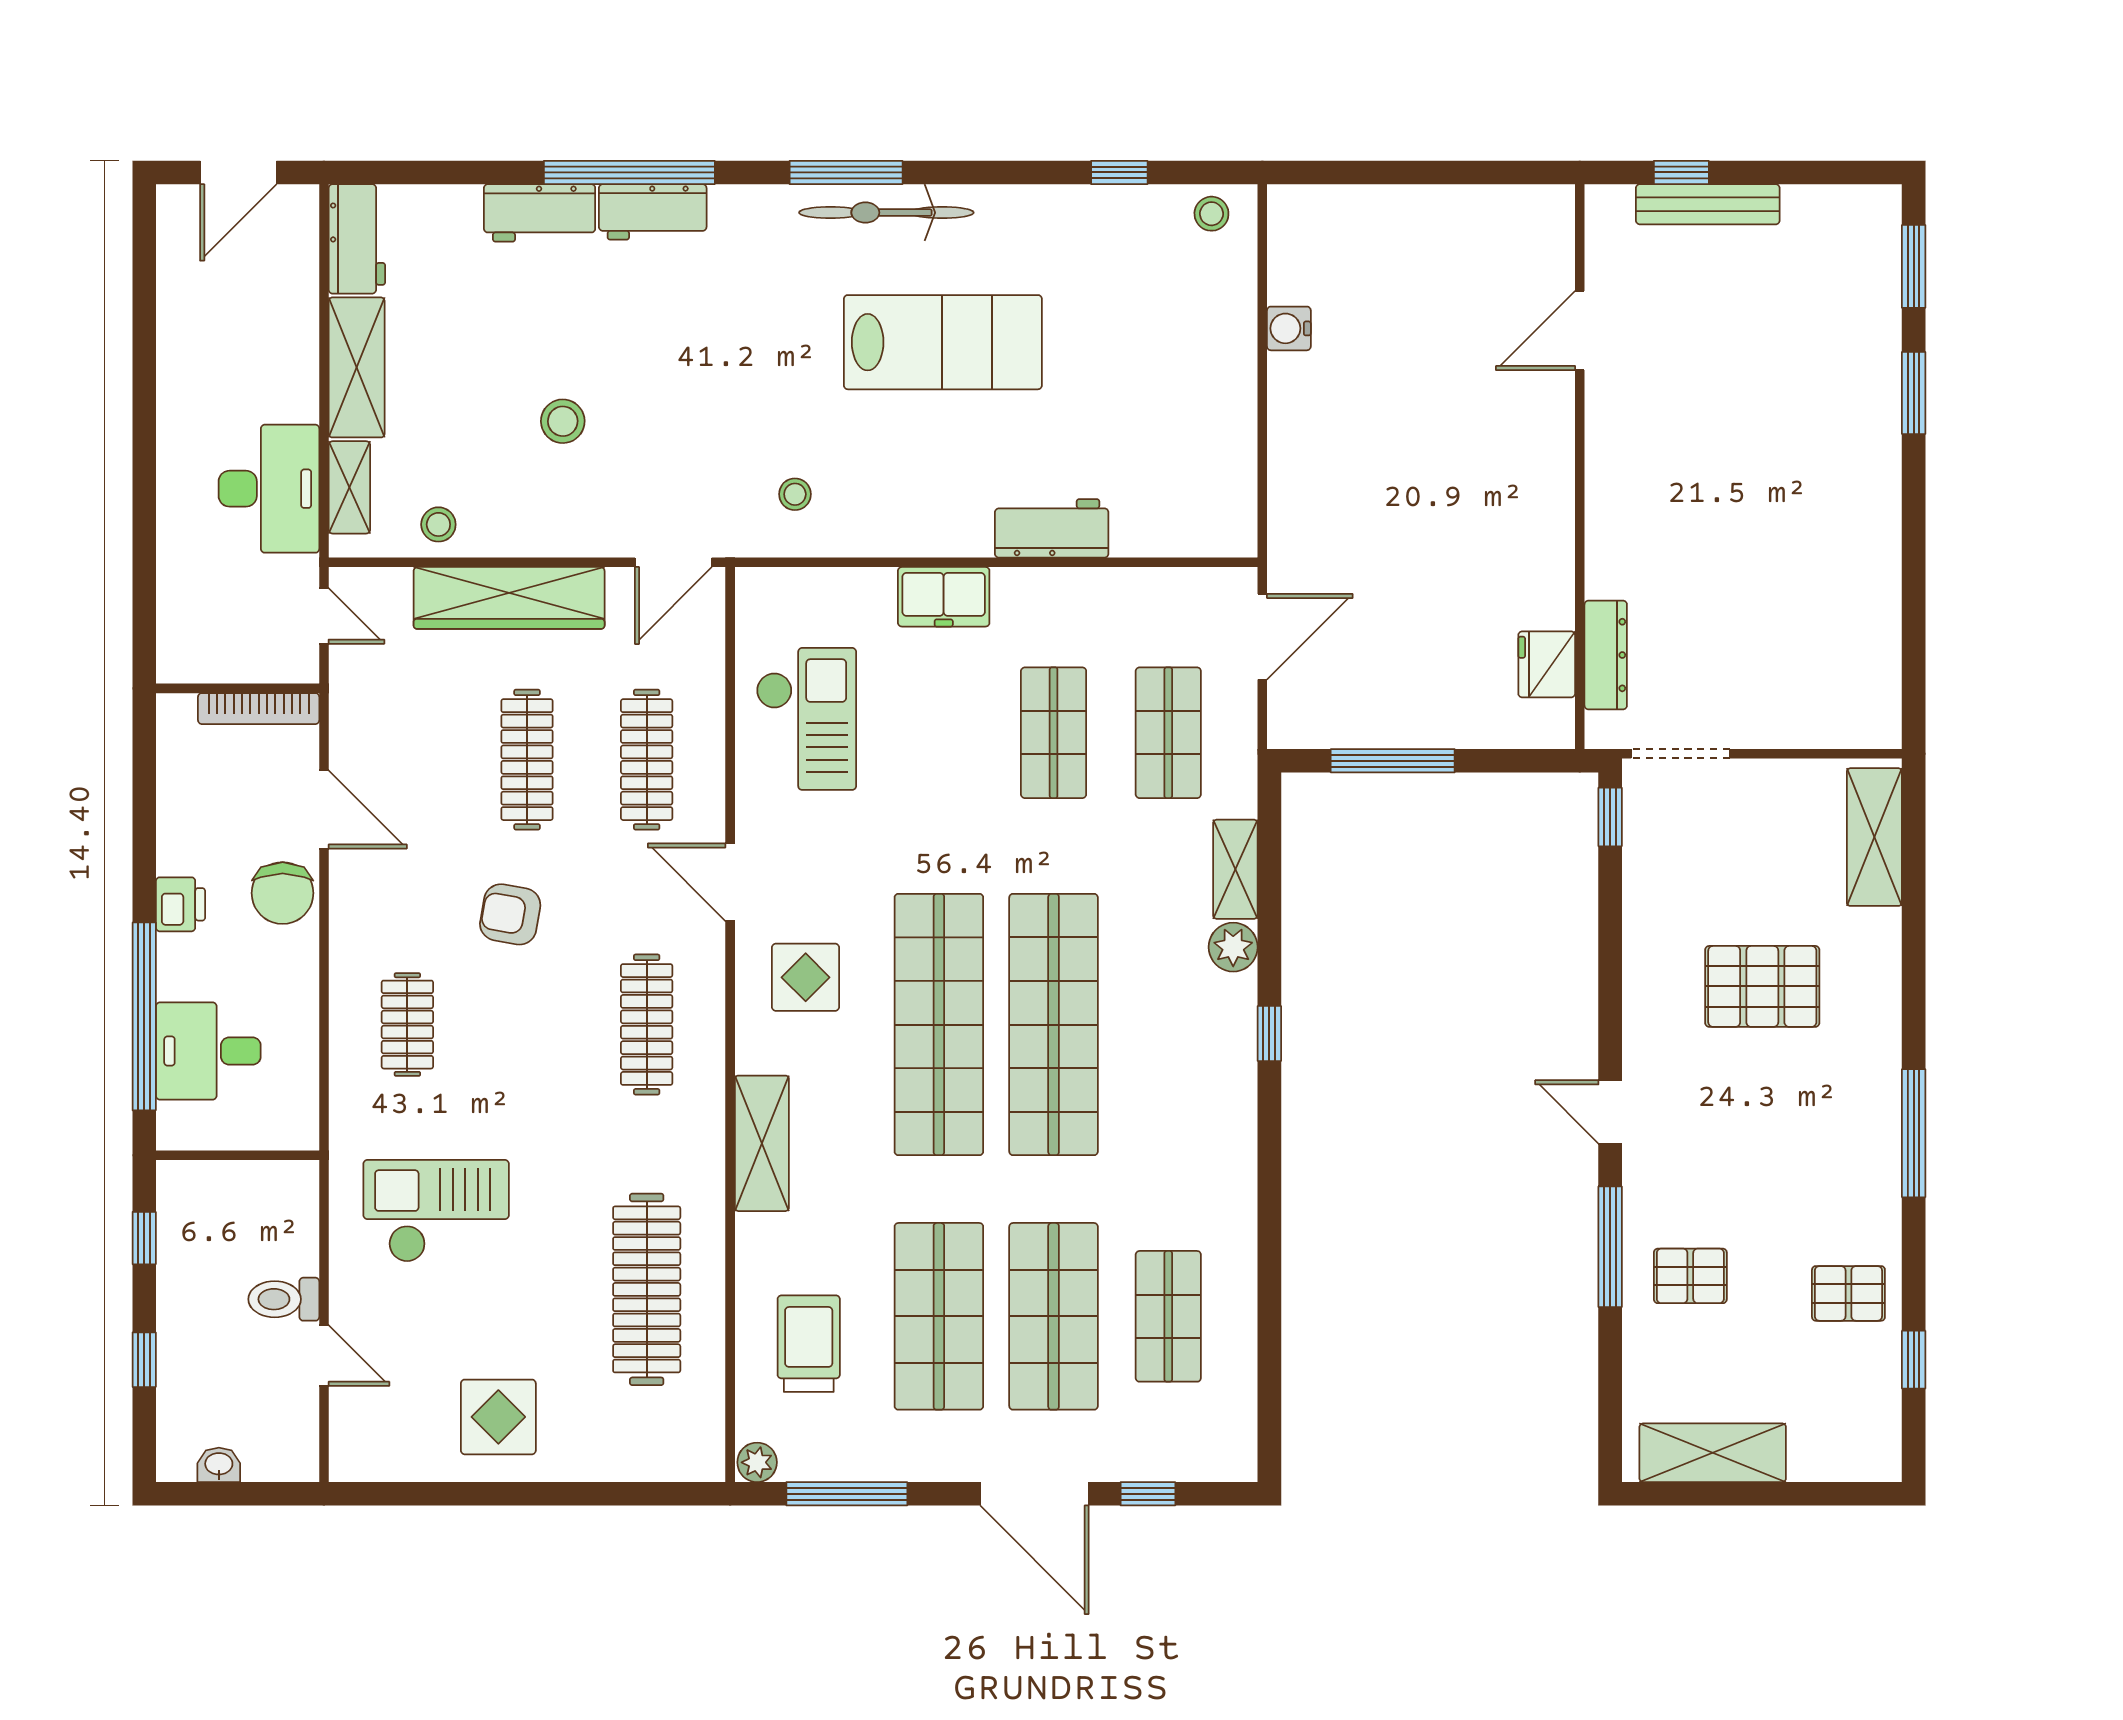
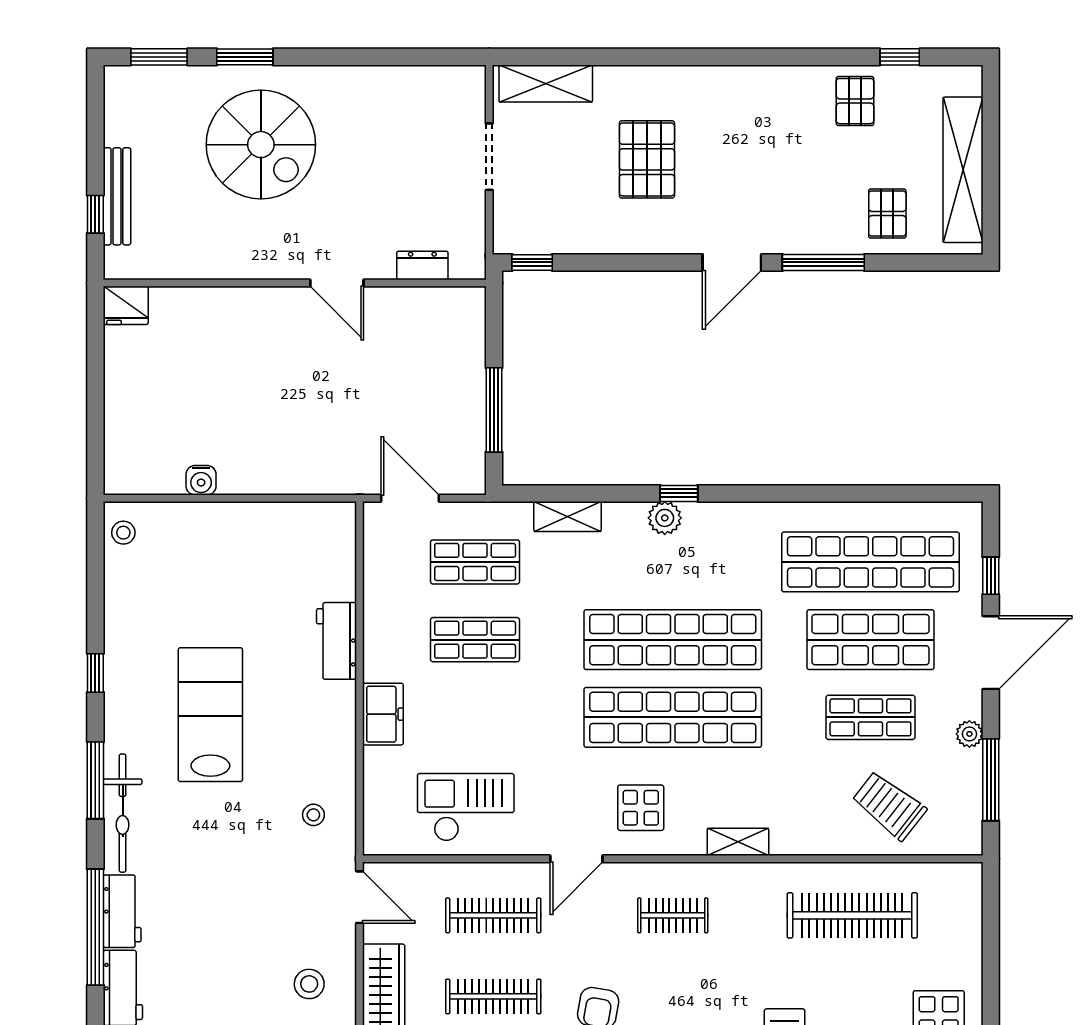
window: (1119, 172) -> (95, 673), moved
bicycle: (886, 213) -> (123, 813), moved
door: (1580, 331) -> (337, 283), moved
spiral stairs: (1784, 417) -> (261, 145), added
stool: (563, 421) -> (309, 984), moved
dresser: (1606, 655) -> (422, 265), width x0.70
fridge: (1547, 664) -> (126, 305), moved
doorway: (1681, 754) -> (489, 157), moved
plant: (1233, 947) -> (665, 518), moved
clothes rail: (647, 1025) -> (673, 915), width x0.73
door: (1610, 1112) -> (732, 262), width x1.38
window: (1914, 1133) -> (746, 57), removed
shelving: (762, 1143) -> (738, 842), width x0.67, depth x0.75
pallet: (1690, 1276) -> (887, 214), moved
shop shelf: (939, 1316) -> (870, 717), width x0.70, depth x0.74
shop shelf: (1168, 1316) -> (870, 562), width x2.00, depth x1.36
trolley: (809, 1344) -> (889, 806), turned 38
shelving: (1713, 1453) -> (963, 170), width x1.47
plant: (757, 1462) -> (969, 734), moved

